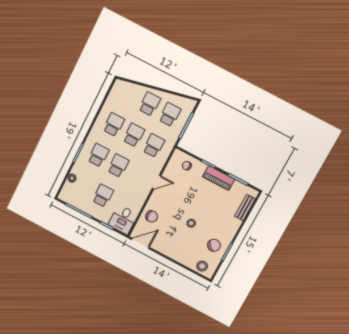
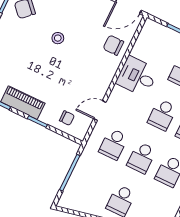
school desk: (170, 115) -> (93, 187), removed
door: (157, 182) -> (100, 111), moved
desk: (123, 219) -> (137, 76), moved, turned -90

